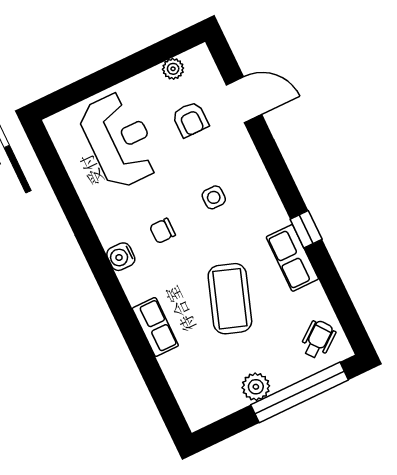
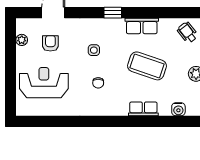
armchair: (190, 119) -> (50, 43), turned -90
window: (306, 229) -> (113, 13), moved
water cooler: (121, 257) -> (178, 109), moved

